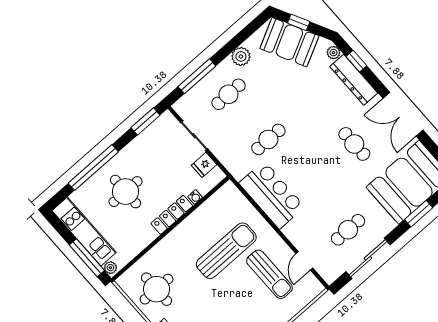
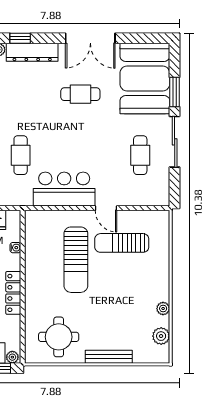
locker: (172, 215) -> (13, 293), moved
sun lounger: (226, 251) -> (76, 260), turned 180
sliding door: (368, 258) -> (175, 142), moved
door: (304, 261) -> (106, 208), moved
sun lounger: (269, 274) -> (122, 243), turned 180

